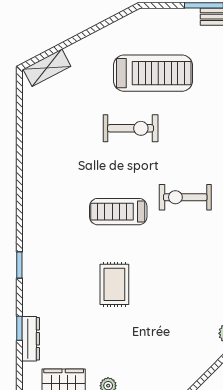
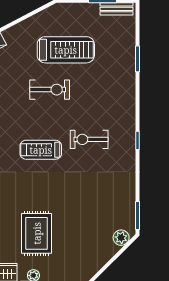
rug: (114, 284) -> (37, 233), moved, width x1.36, depth x1.43

